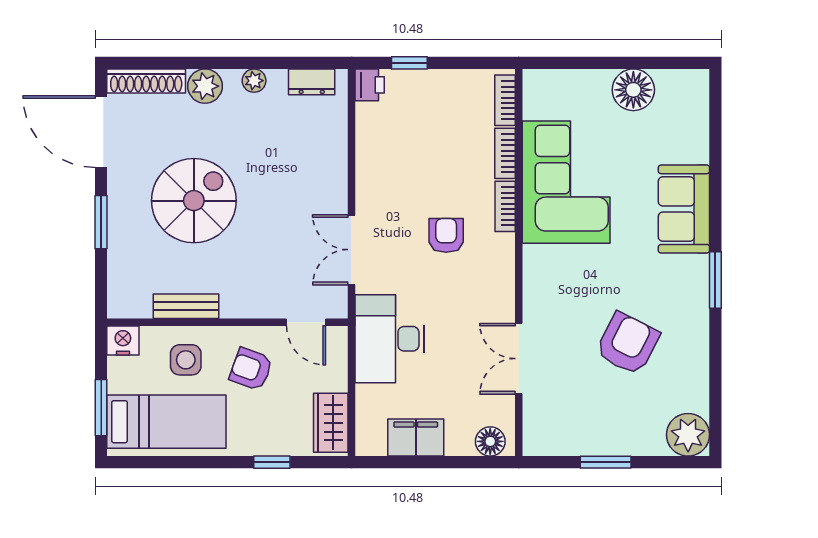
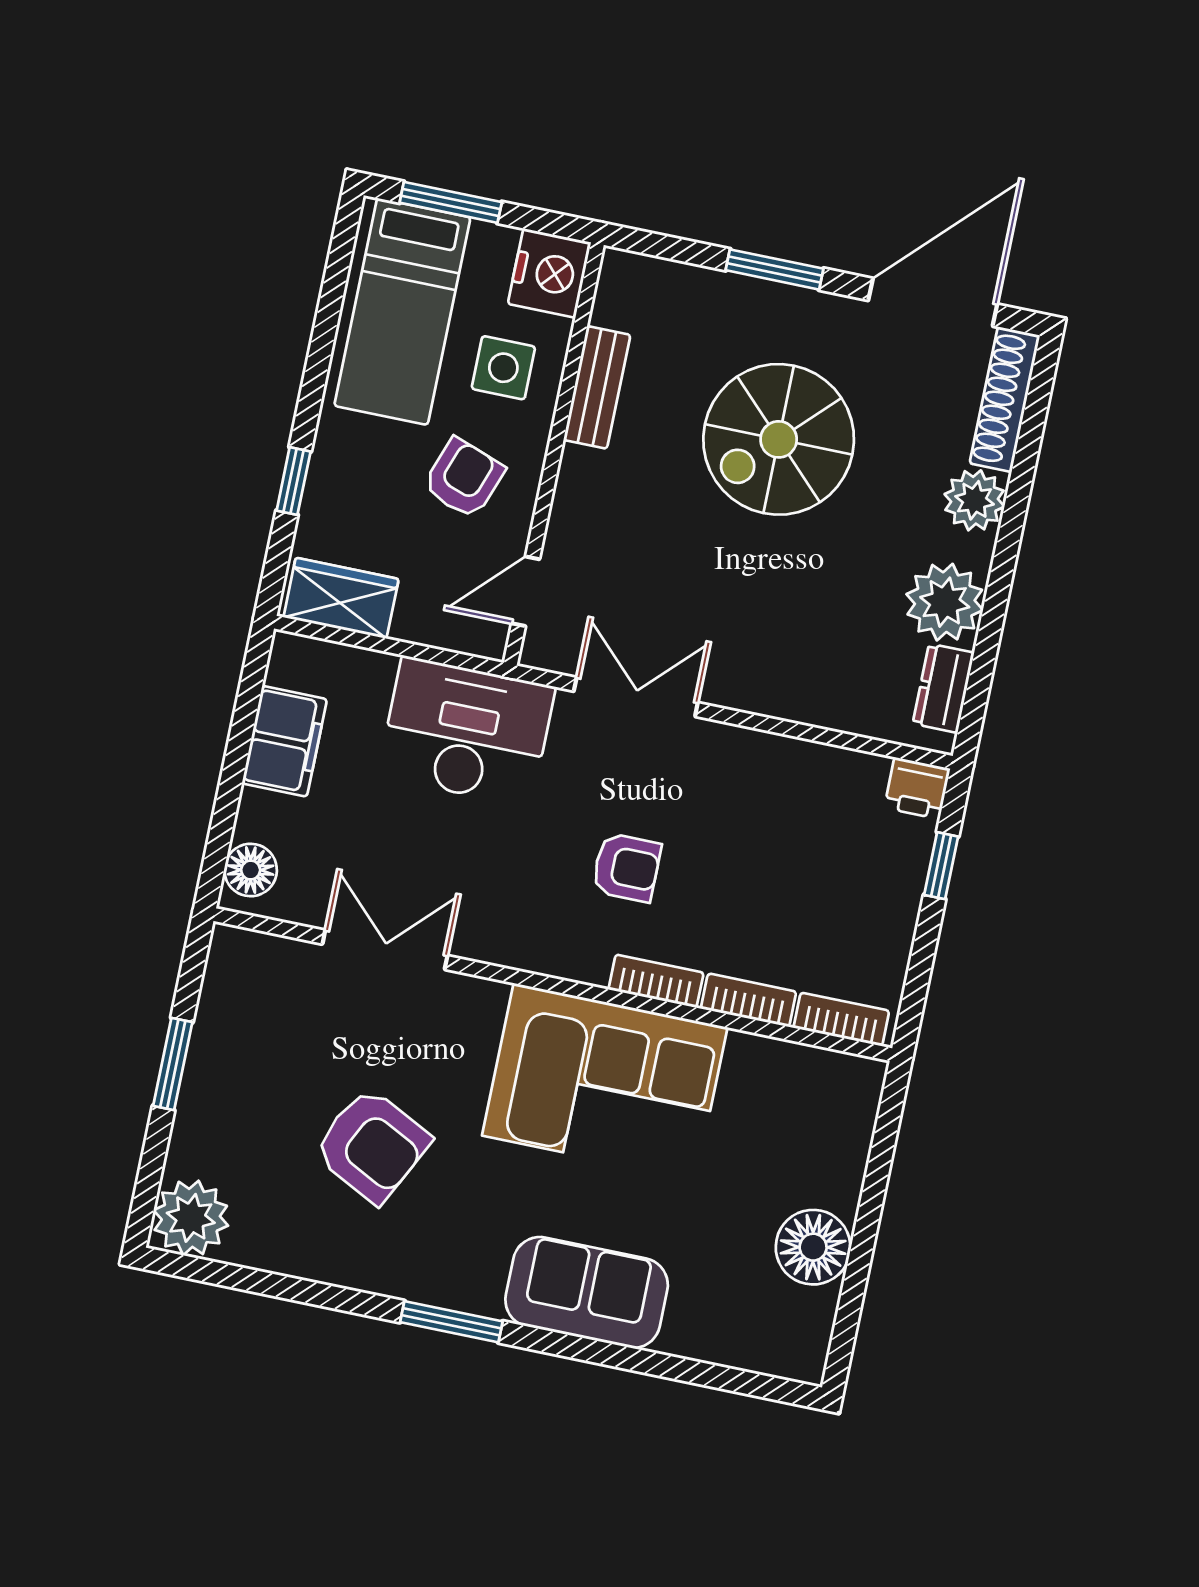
plant: (254, 81) -> (945, 602), width x1.87, depth x1.87
corner sofa: (566, 182) -> (605, 1081), moved
spiral stairs: (194, 201) -> (779, 439), turned 90
nightstand: (123, 341) -> (549, 273), width x1.36, depth x1.33

